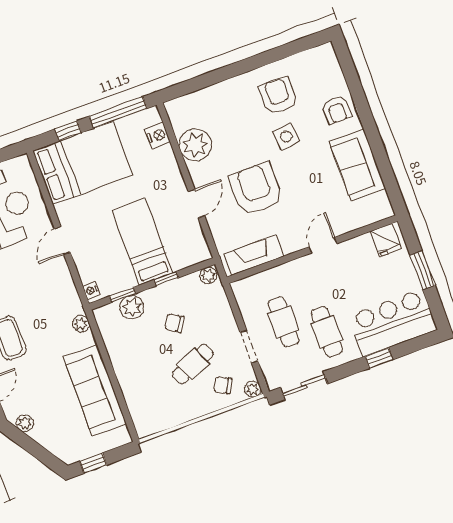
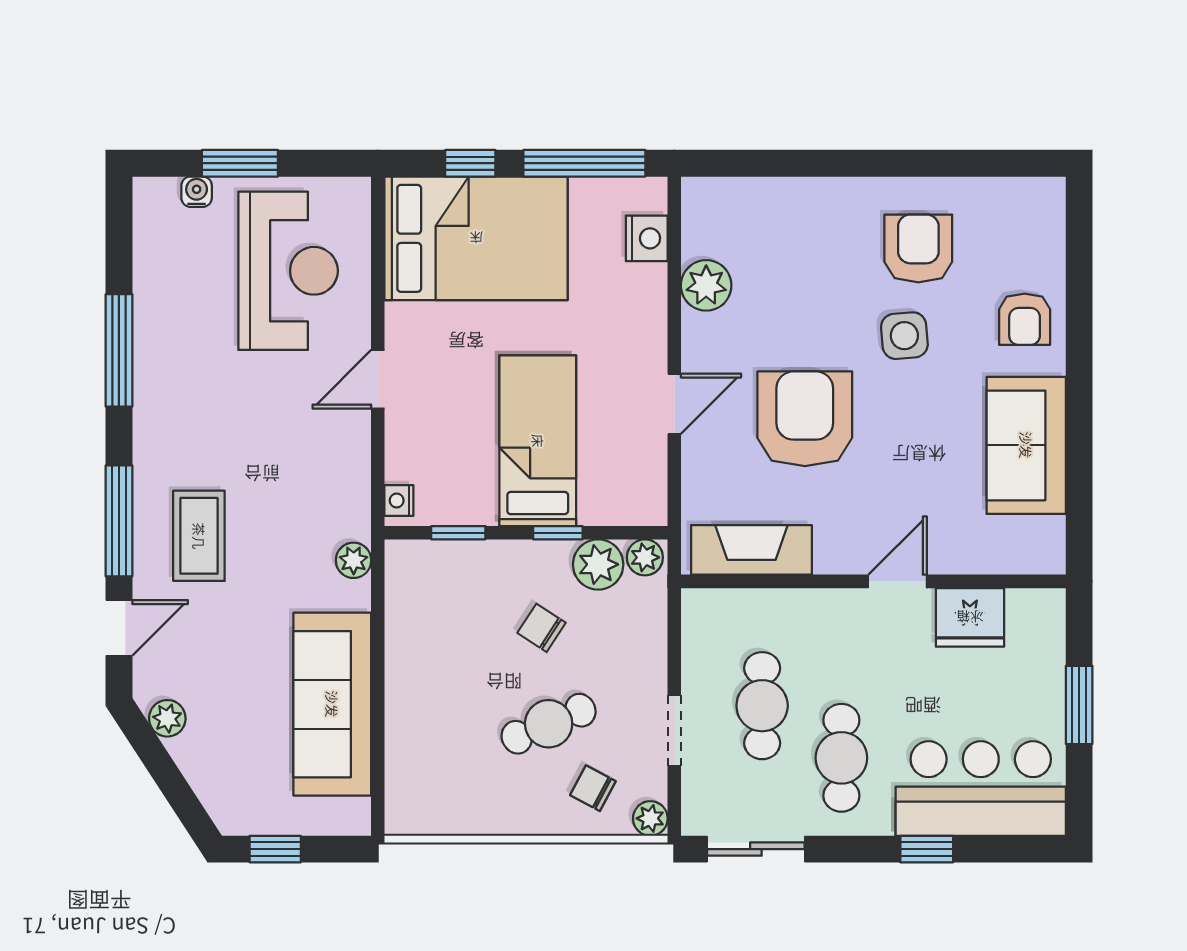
plant: (195, 145) -> (706, 285), width x0.73, depth x0.73
fridge: (386, 240) -> (970, 617), moved, width x1.38
plant: (132, 307) -> (598, 564), moved

